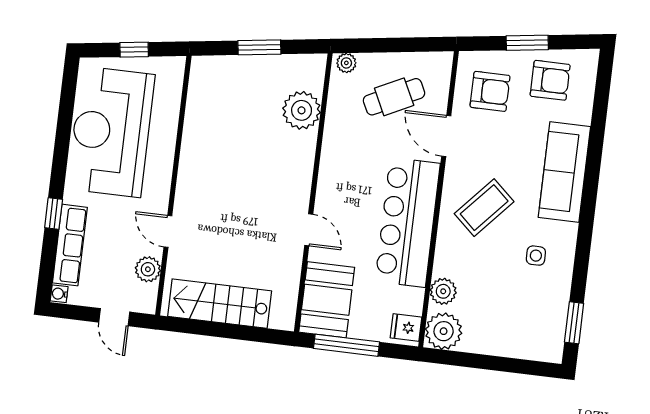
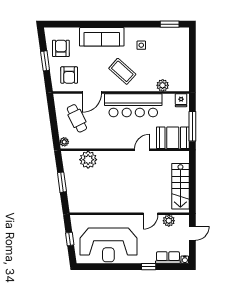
armchair: (490, 91) -> (69, 75), turned 180
row of seats: (70, 245) -> (168, 257), width x0.68
plant: (444, 331) -> (181, 83), removed

